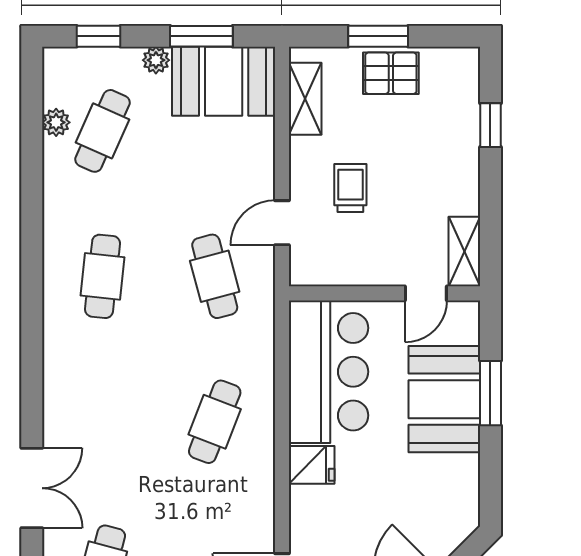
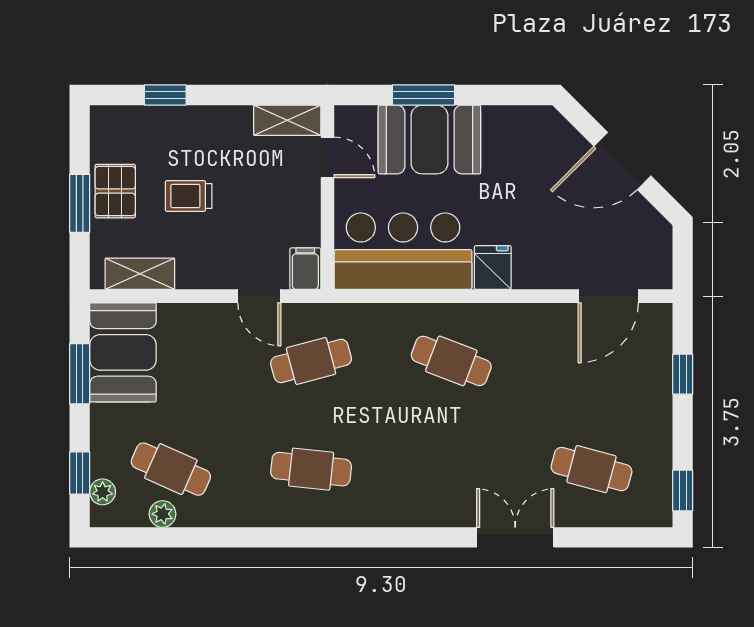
plant: (156, 60) -> (103, 492), moved
trolley: (350, 188) -> (189, 196), moved
filing cabinet: (310, 270) -> (305, 269), added

